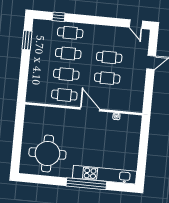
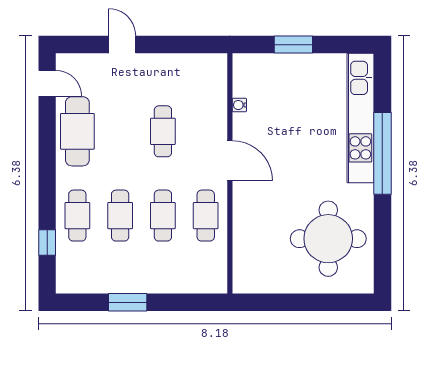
door: (136, 24) -> (47, 83), hinge flipped
window: (27, 40) -> (128, 302), moved
cafe table: (109, 57) -> (77, 131), moved, width x1.37, depth x1.35
door: (90, 109) -> (230, 161), swing flipped
window: (143, 146) -> (293, 45), added

